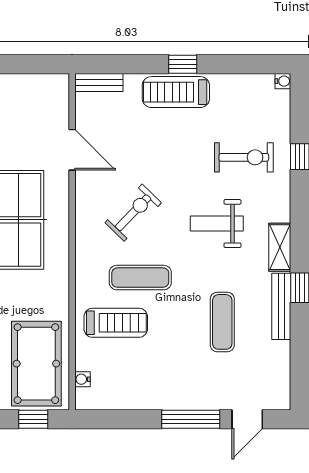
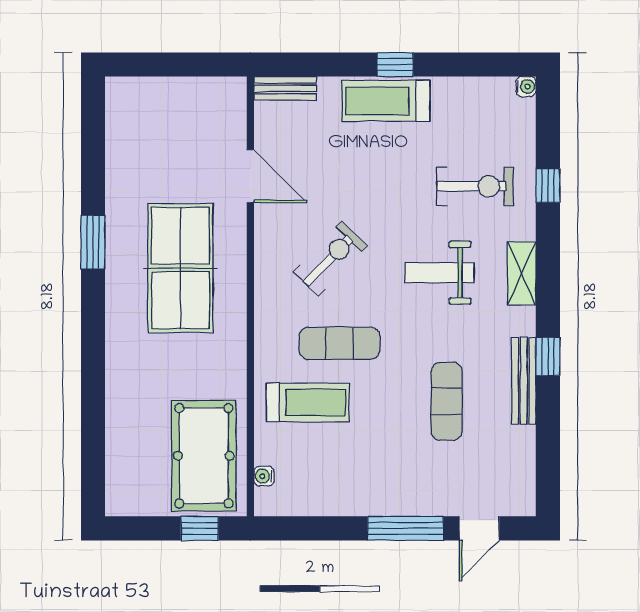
shelving: (280, 247) -> (522, 273), moved

